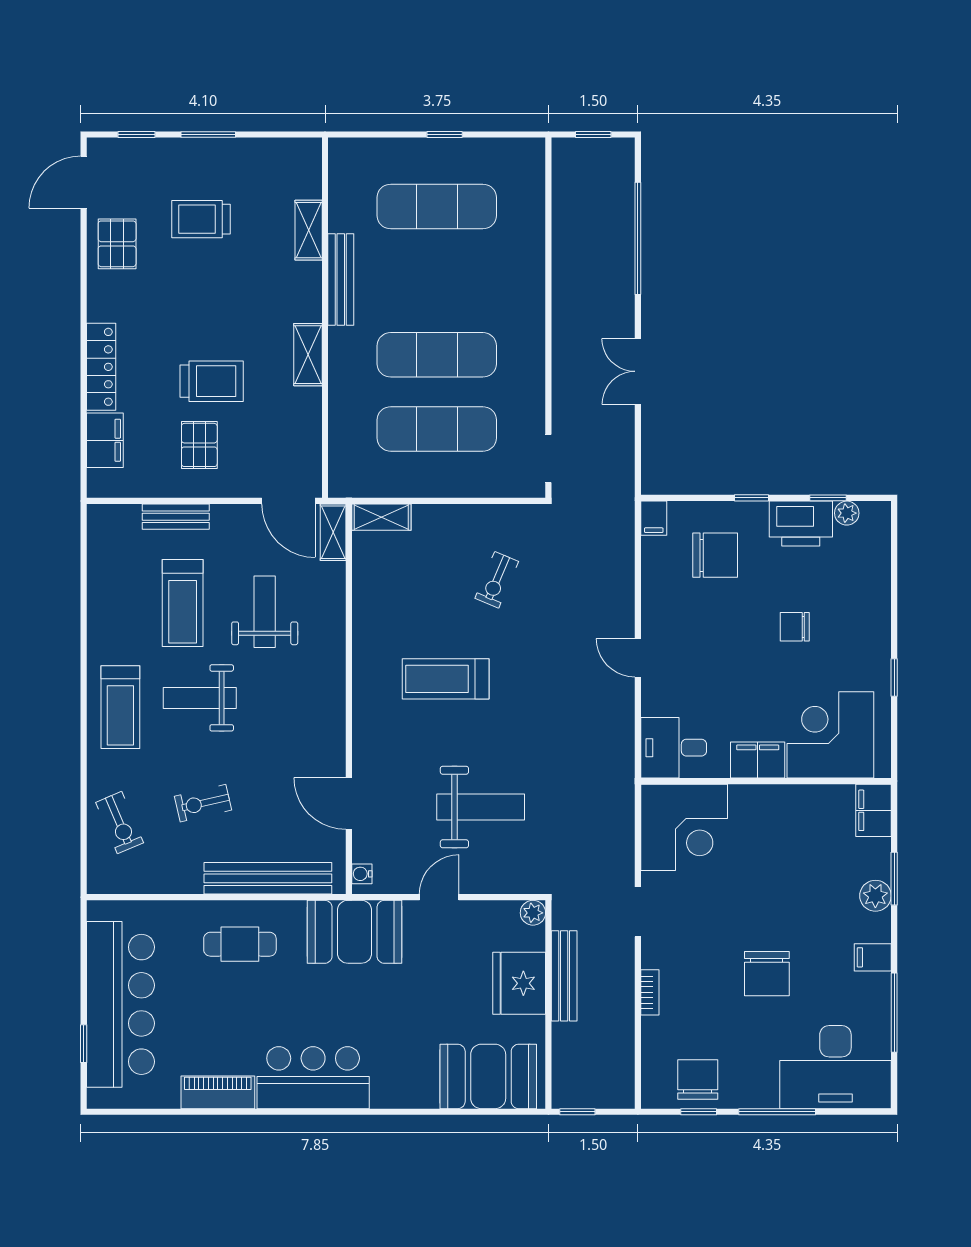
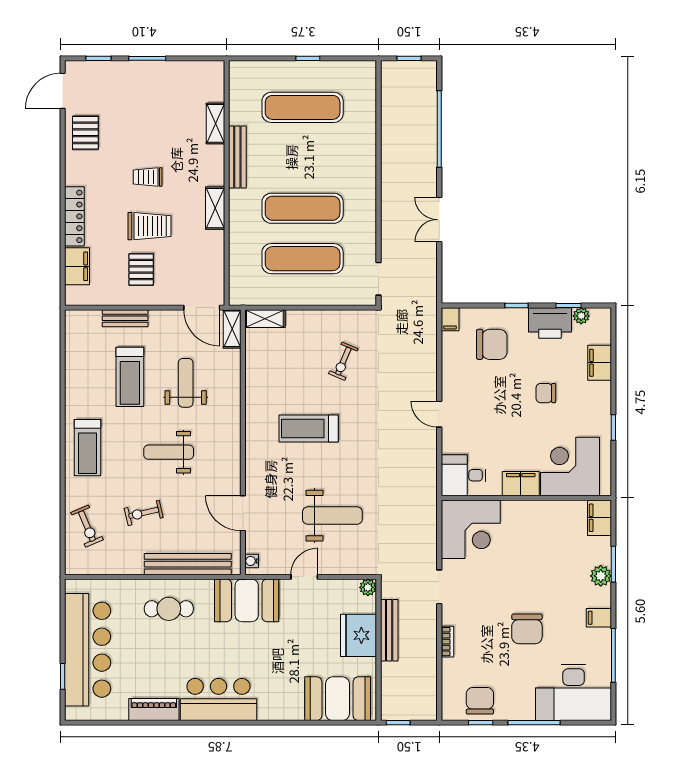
trolley: (201, 219) -> (148, 177), moved, width x0.73, depth x0.72
filing cabinet: (874, 582) -> (600, 363), added
weight bench: (200, 698) -> (169, 452), moved

